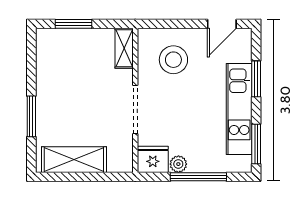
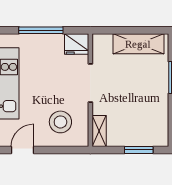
plant: (178, 164) -> (57, 40), removed

